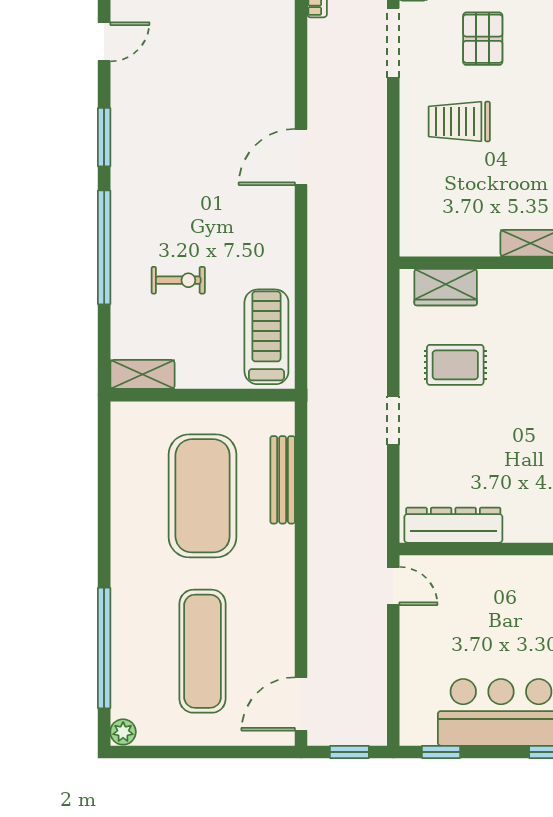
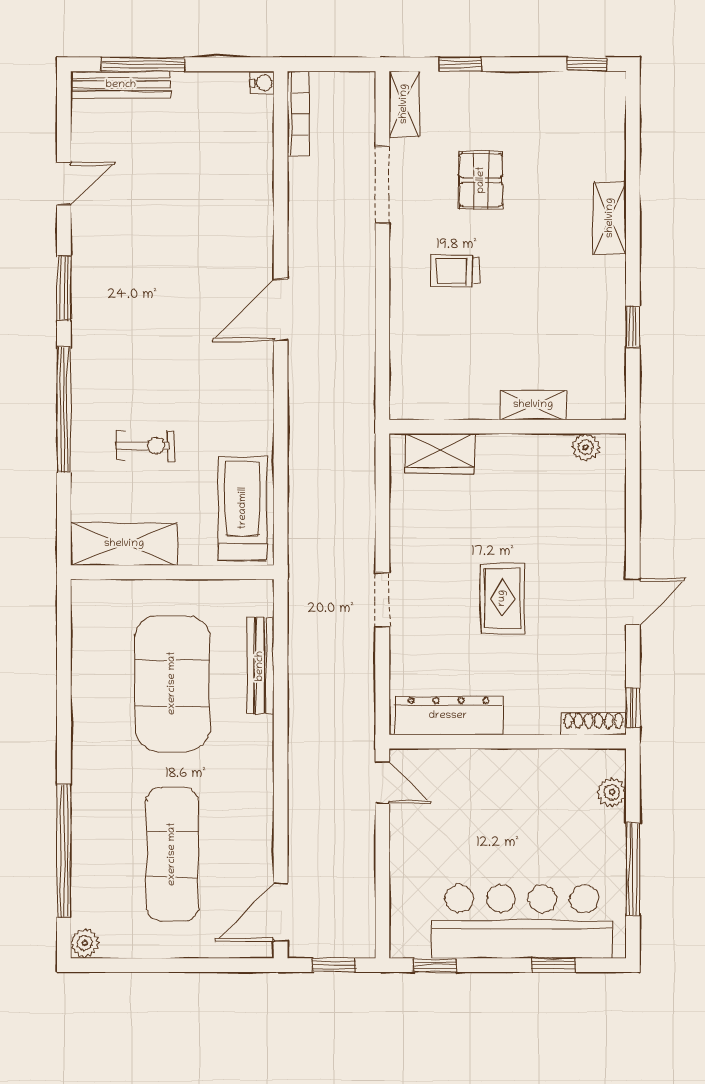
trolley: (459, 122) -> (455, 271), width x0.73, depth x0.72
rug: (455, 365) -> (502, 598), moved, turned 90
shelving: (142, 374) -> (124, 544), width x1.50, depth x1.33

